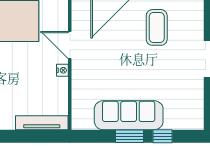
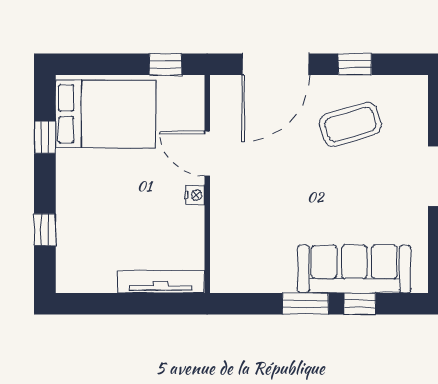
coffee table: (157, 27) -> (350, 124), turned 73
sofa: (129, 115) -> (354, 269), moved

